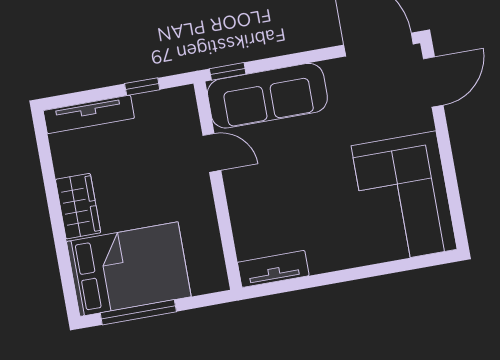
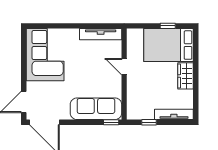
door: (212, 153) -> (124, 67), moved
tv unit: (273, 269) -> (101, 34), width x1.41
window: (138, 312) -> (168, 26), width x0.46

